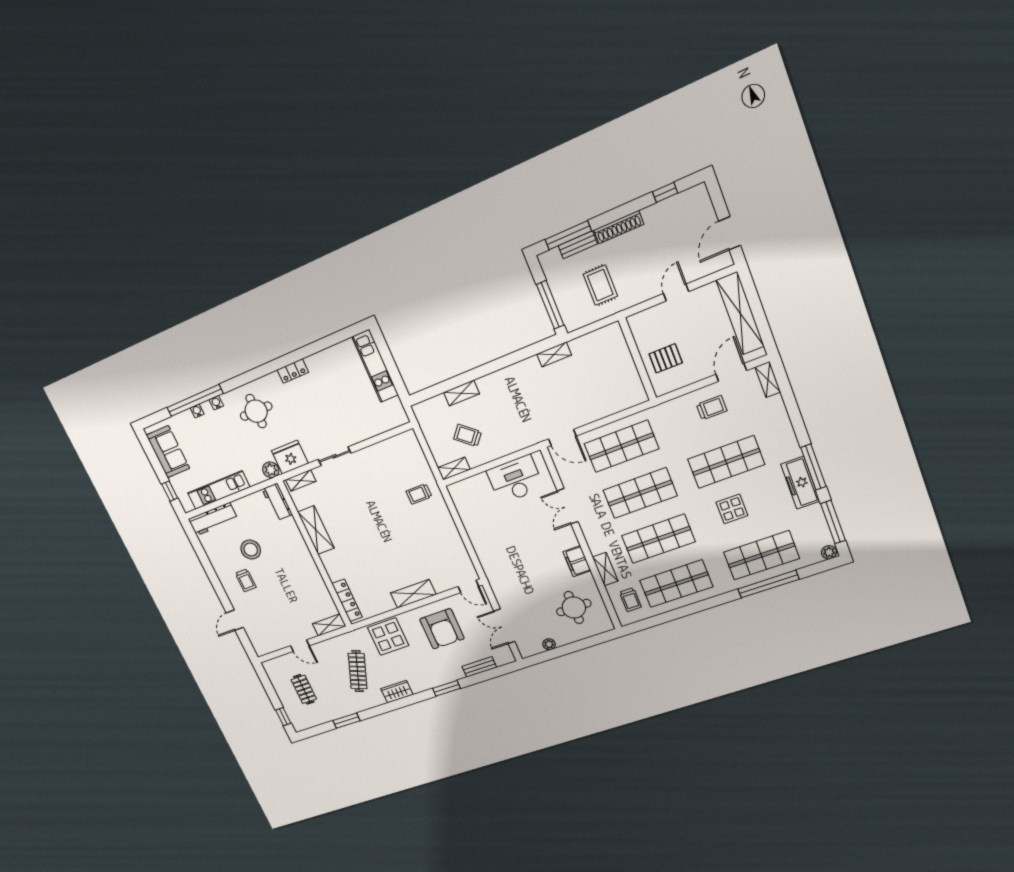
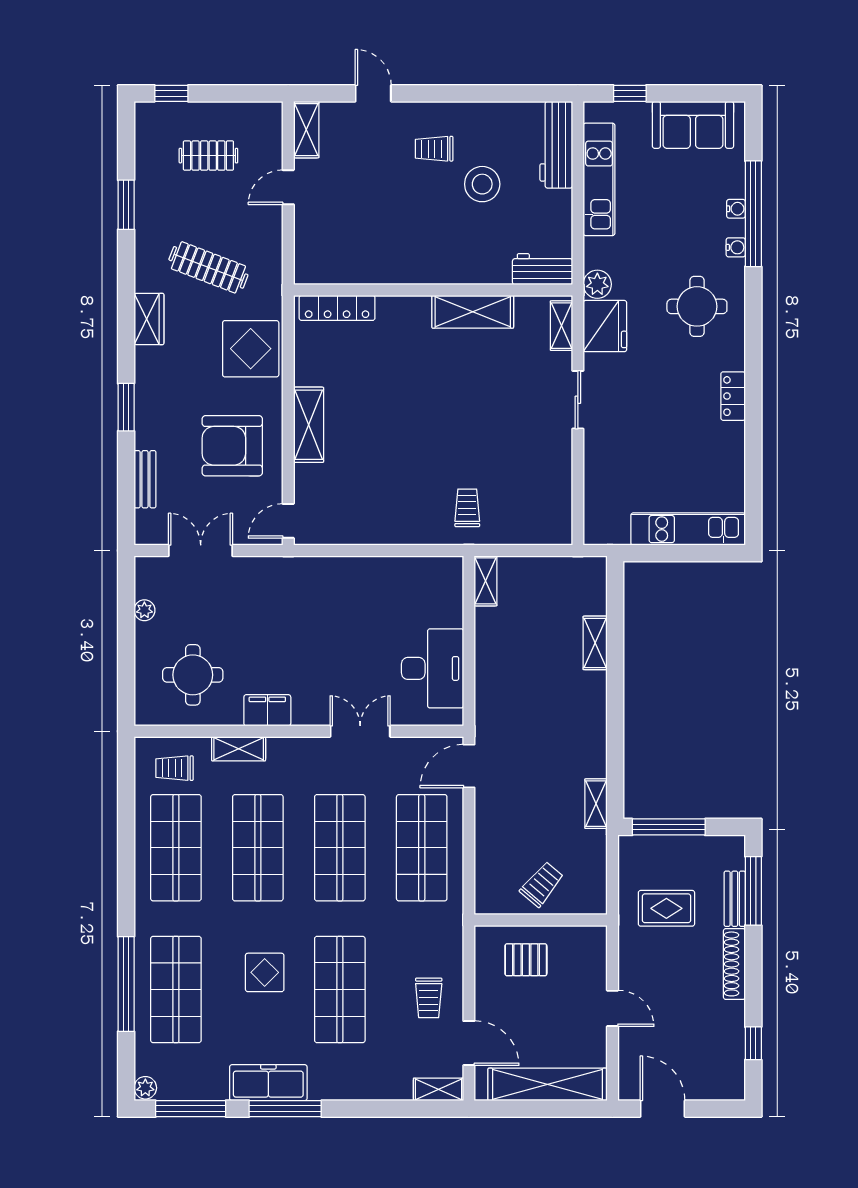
pallet: (666, 358) -> (526, 960), turned 90
trolley: (468, 435) -> (542, 884), moved
shelving: (329, 625) -> (306, 130), moved

